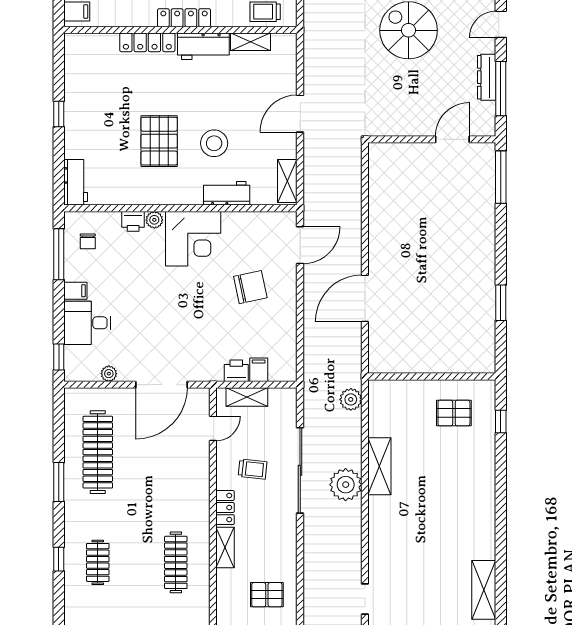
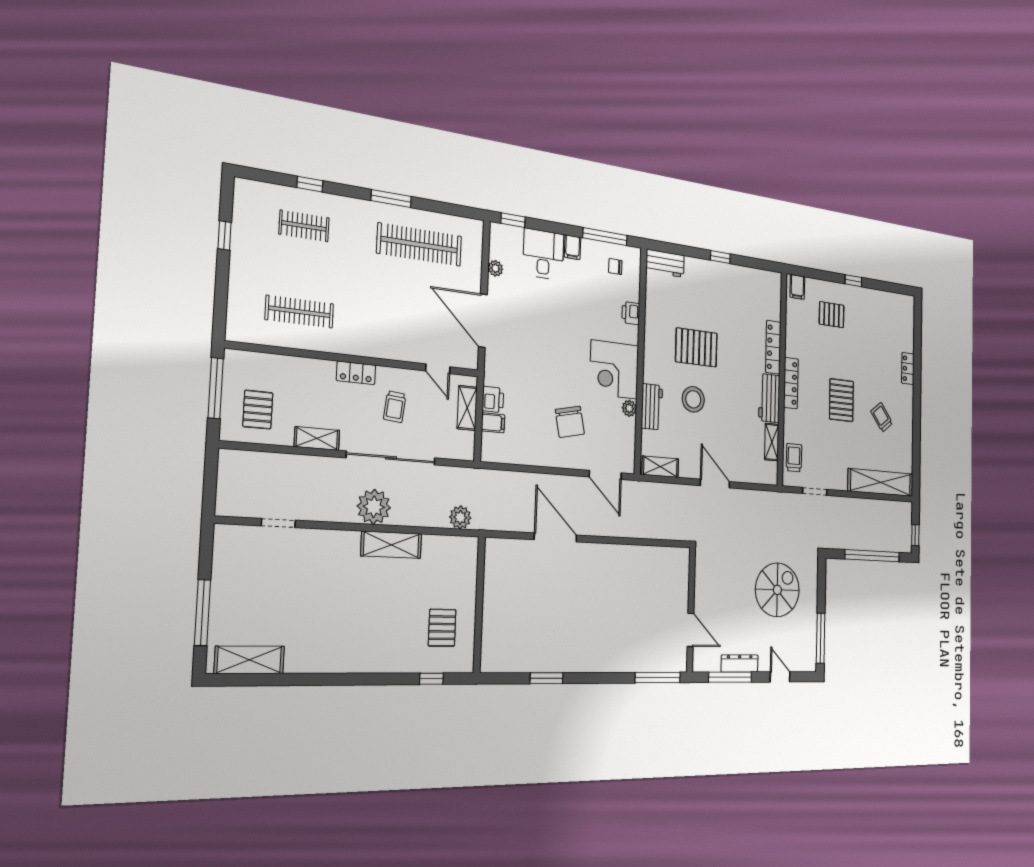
plant: (154, 220) -> (629, 408), moved
shelving: (225, 548) -> (317, 438), moved
doorway: (365, 599) -> (278, 523), moved

